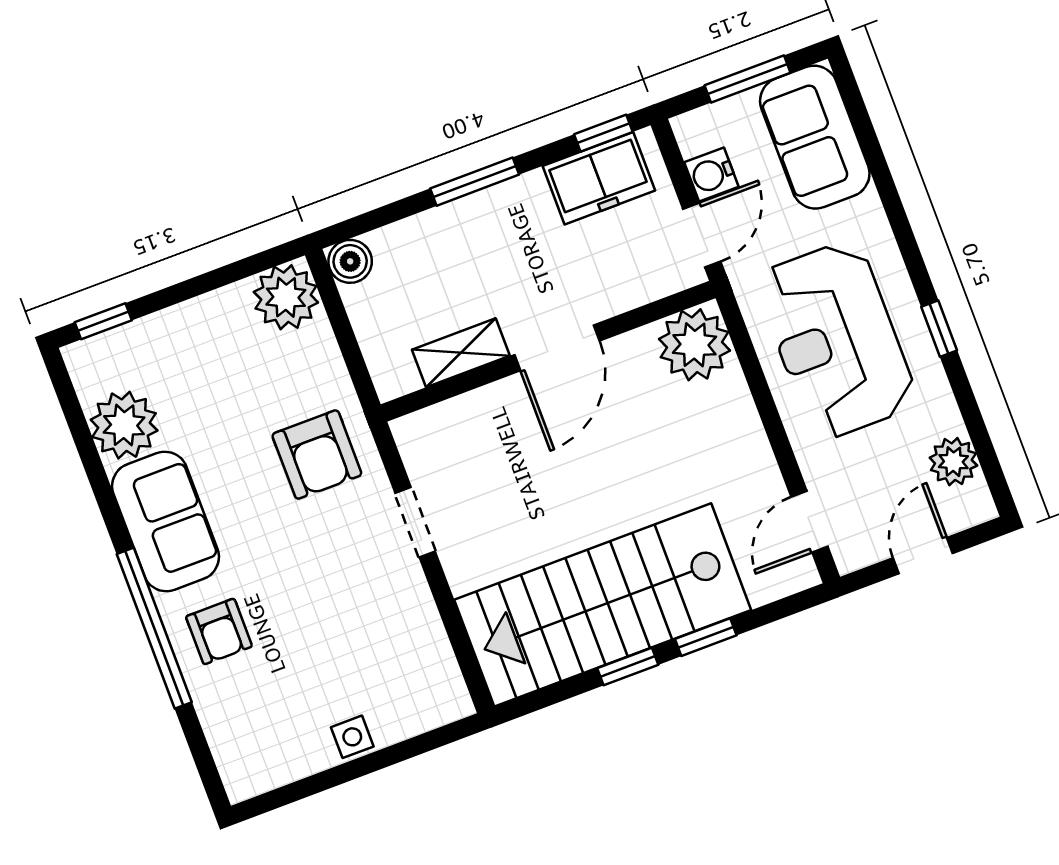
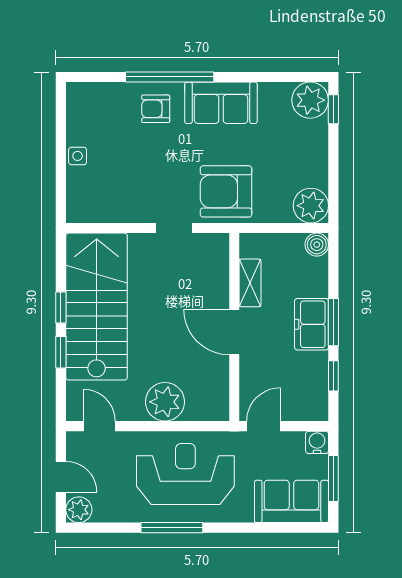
window: (603, 133) -> (333, 376), moved
water cooler: (711, 175) -> (317, 442), moved
freezer: (599, 178) -> (312, 324), moved
door: (702, 235) -> (264, 426), swing flipped
window: (939, 329) -> (172, 528), width x2.17
plant: (694, 345) -> (165, 402), moved
plant: (124, 425) -> (310, 100), moved
armchair: (317, 455) -> (226, 191), width x1.36, depth x1.36
plant: (953, 462) -> (79, 510), moved

